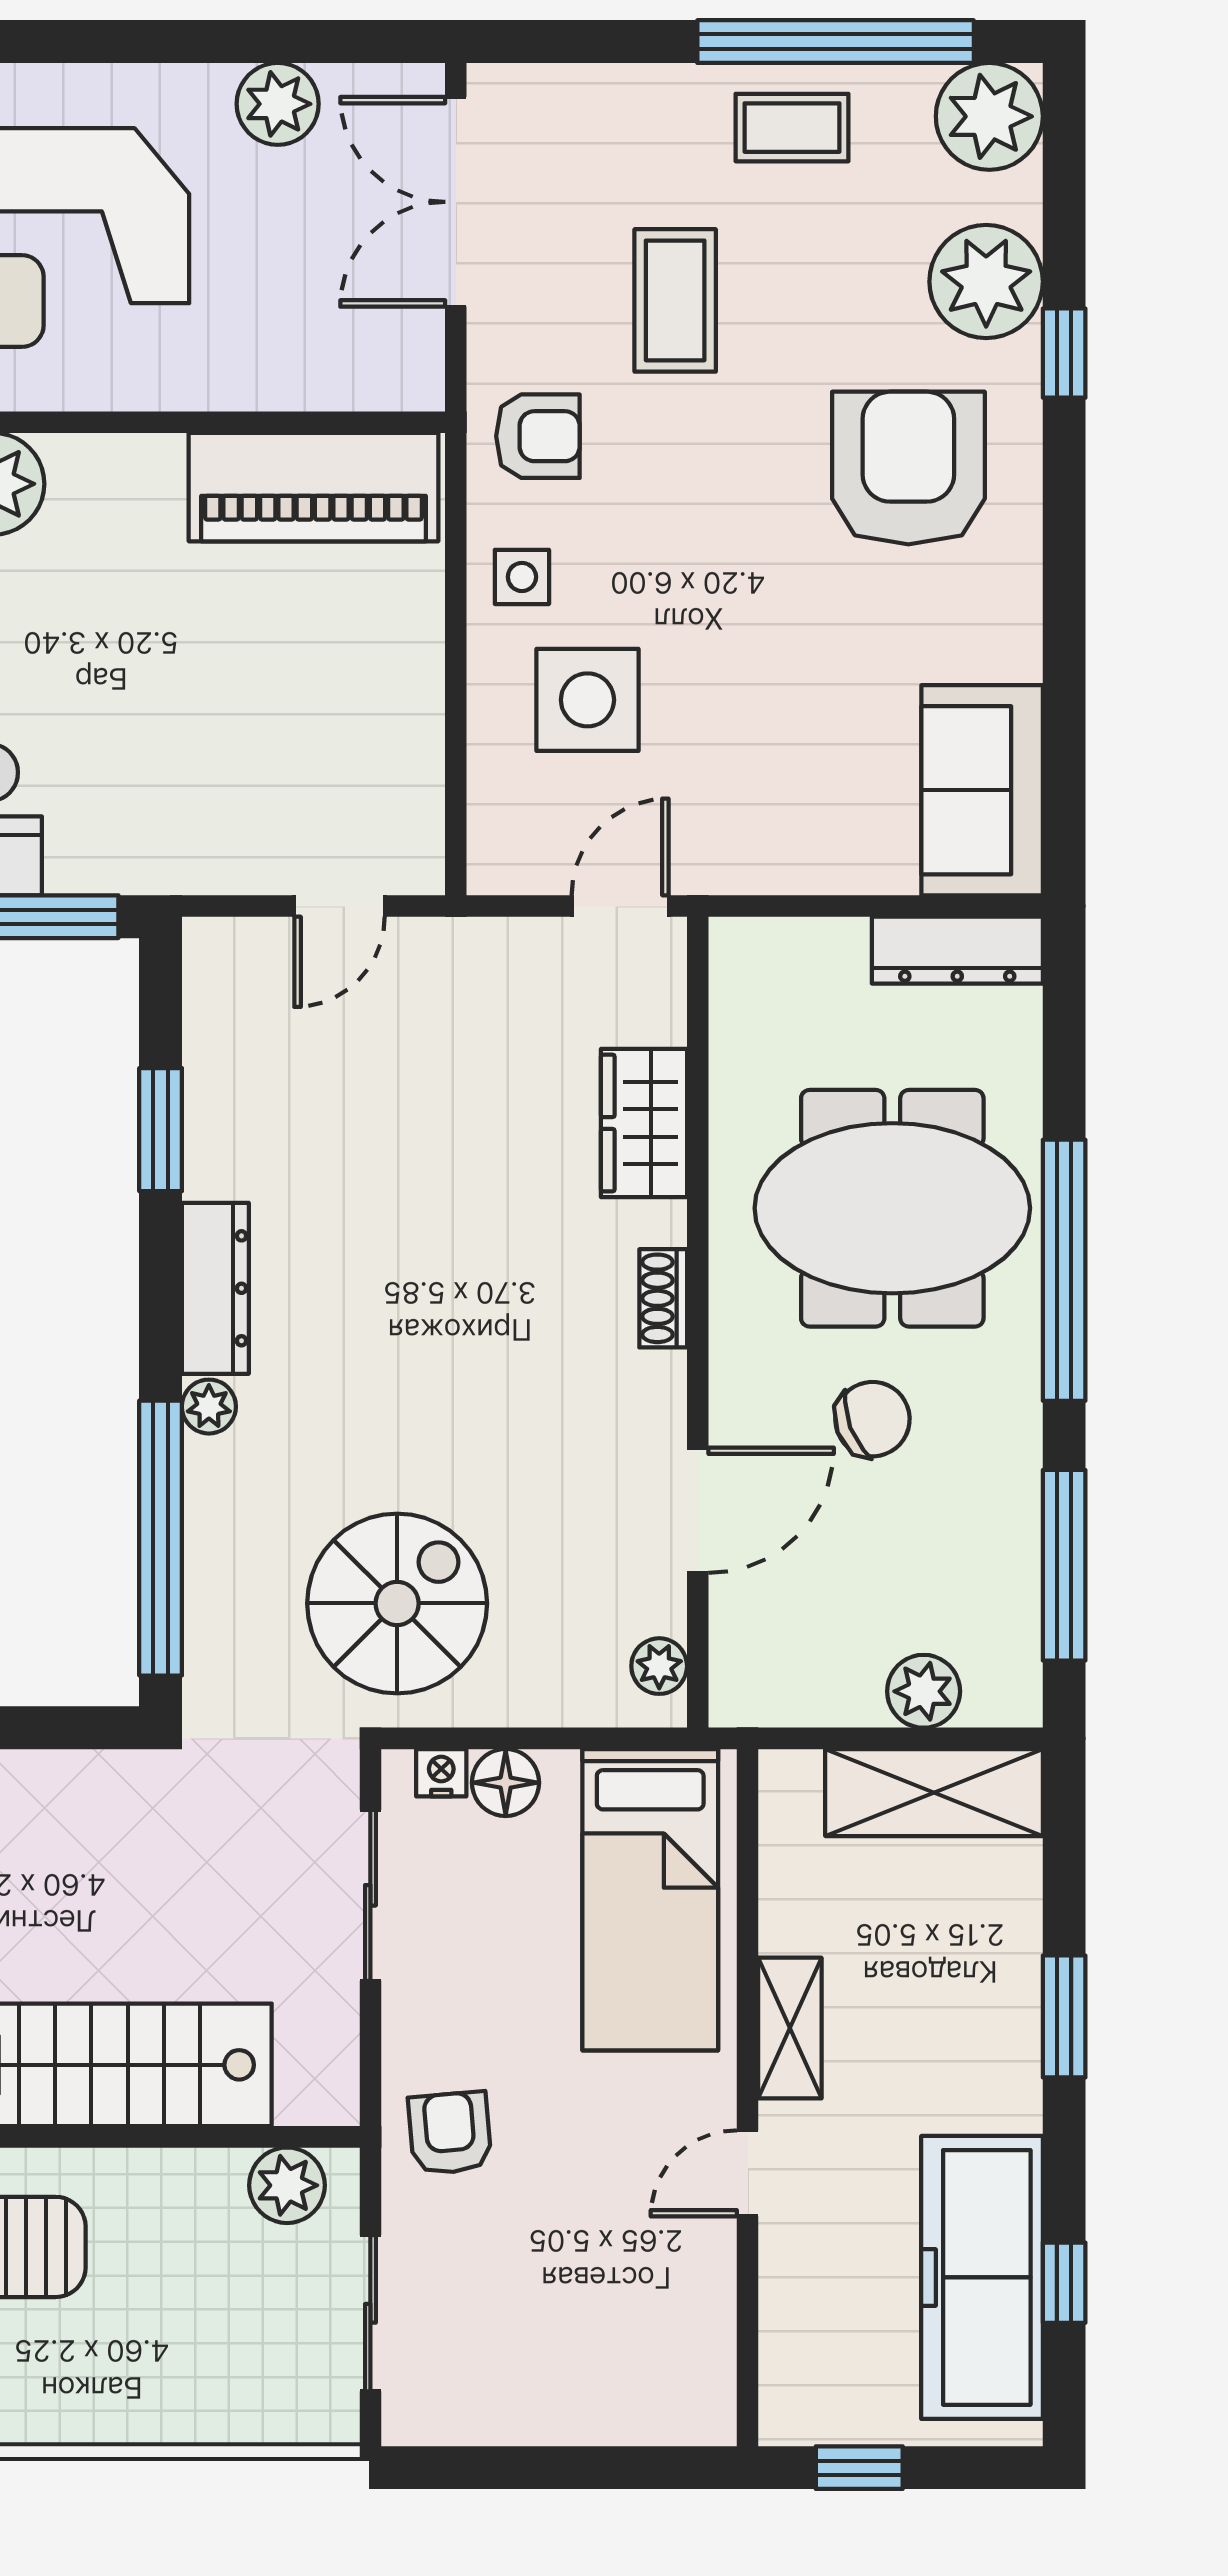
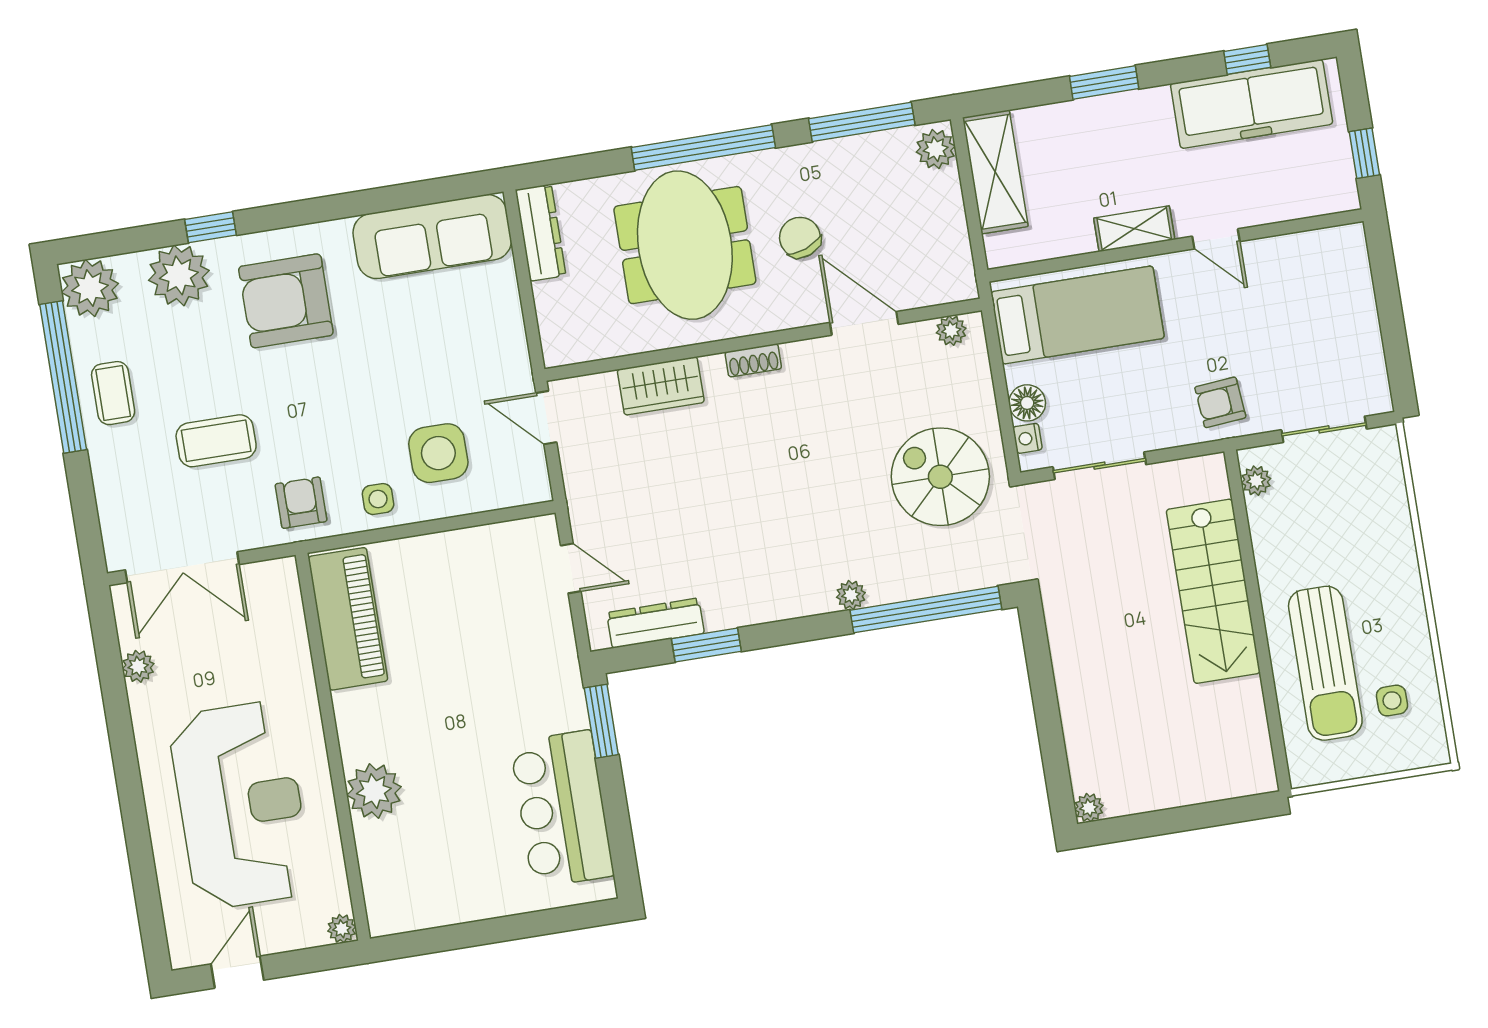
plant: (278, 104) -> (138, 666), width x0.73, depth x0.73
sofa: (982, 790) -> (432, 237), width x1.36
dresser: (215, 1288) -> (655, 623), moved
plant: (924, 1691) -> (936, 149), moved
plant: (287, 2185) -> (1256, 481), width x0.73, depth x0.73

